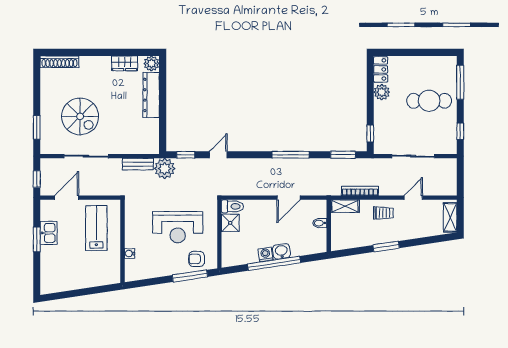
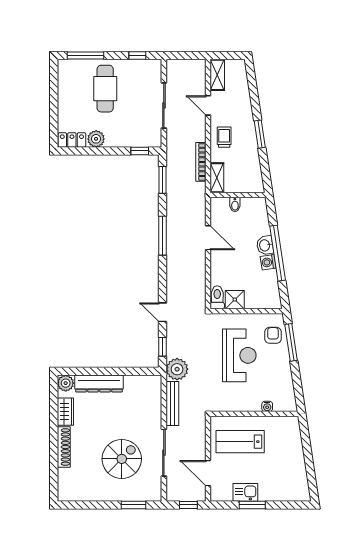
shoe rack: (59, 62) -> (64, 447), moved
bench: (138, 164) -> (172, 403), width x1.36
shelving: (450, 217) -> (217, 75), moved, turned 90
armchair: (197, 259) -> (273, 335), turned 180

